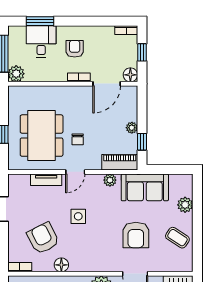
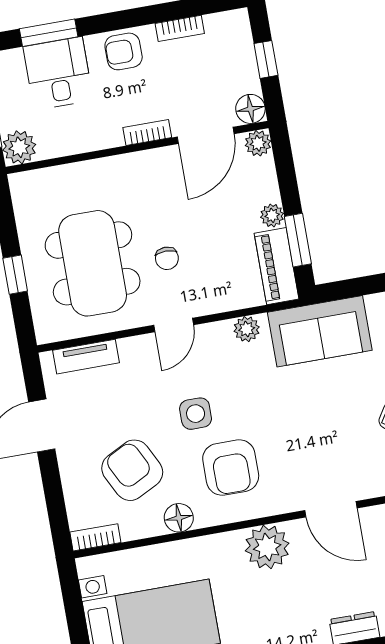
bookcase: (126, 30) -> (180, 28), moved
armchair: (75, 49) -> (124, 51), moved, turned -90
plant: (131, 92) -> (258, 143), added
window: (142, 142) -> (298, 240), width x1.50
piano: (120, 162) -> (277, 266), moved, turned -90
tv unit: (46, 180) -> (86, 357), moved
armchair: (136, 235) -> (231, 468), moved

